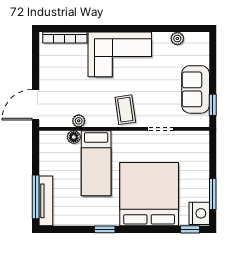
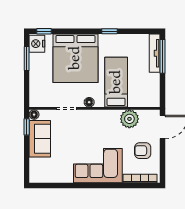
plant: (177, 39) -> (54, 178), removed
armchair: (61, 74) -> (143, 151), added
coffee table: (125, 110) -> (94, 123), removed
plant: (79, 121) -> (129, 119), width x1.88, depth x1.88
floor lamp: (203, 121) -> (34, 115), added
floor lamp: (74, 137) -> (89, 102), moved

